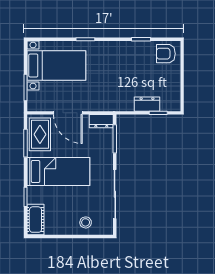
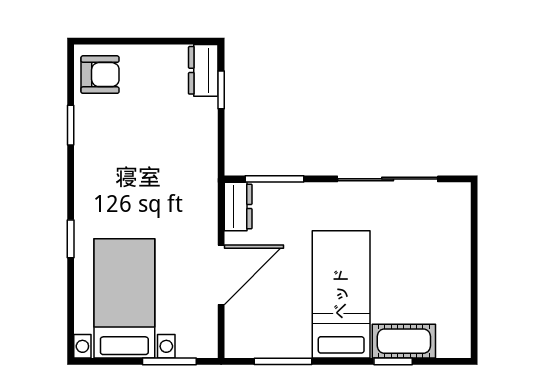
armchair: (166, 54) -> (100, 75), turned -90
dresser: (147, 104) -> (203, 70), moved
rug: (40, 134) -> (265, 332), removed
cot: (35, 220) -> (404, 341), moved
stool: (86, 222) -> (445, 239), removed

